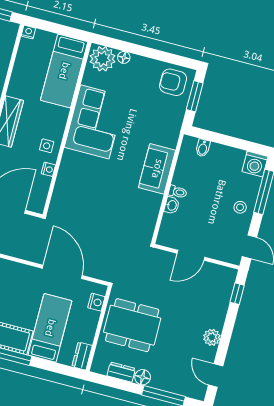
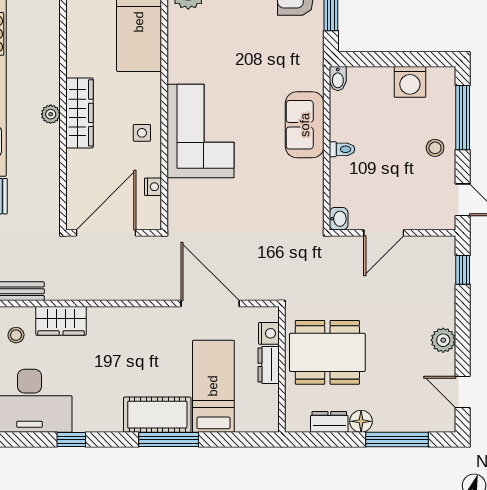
corner sofa: (95, 122) -> (200, 131), moved
bidet: (203, 148) -> (338, 79), moved
washing machine: (255, 164) -> (410, 82), moved
nightstand: (48, 169) -> (153, 187), moved
washbasin: (172, 205) -> (339, 219), moved
dresser: (82, 356) -> (269, 365), moved

